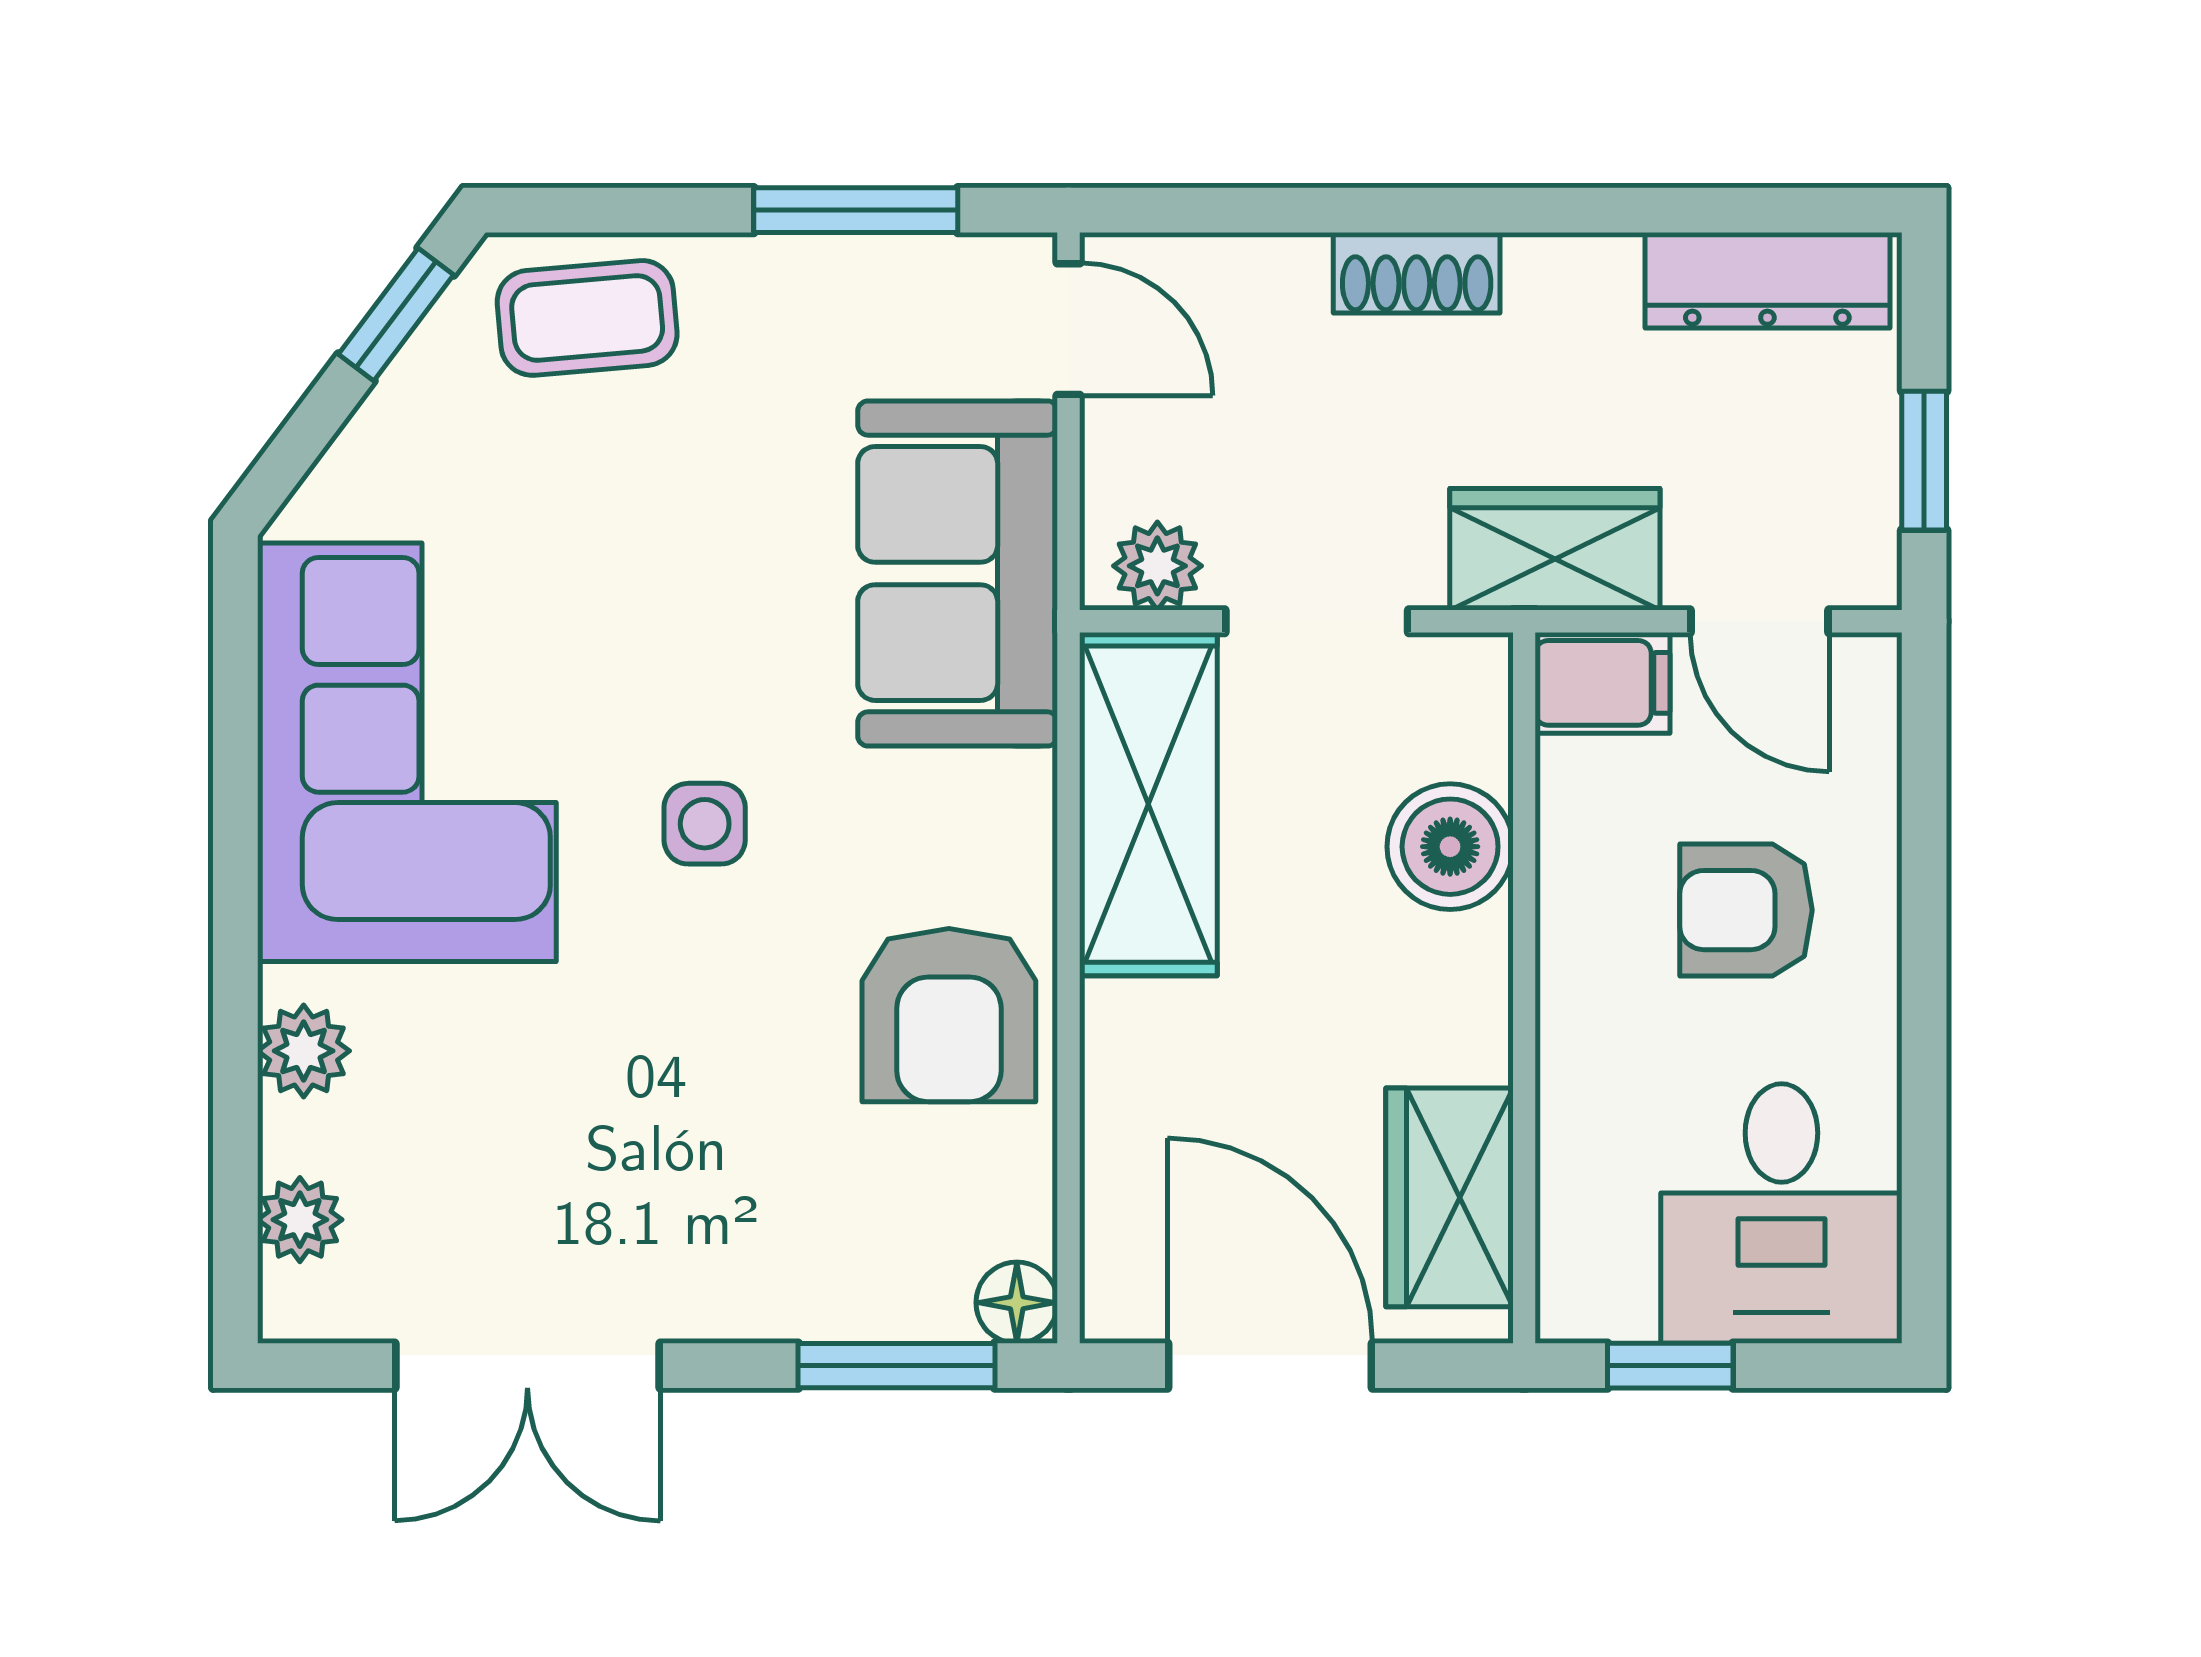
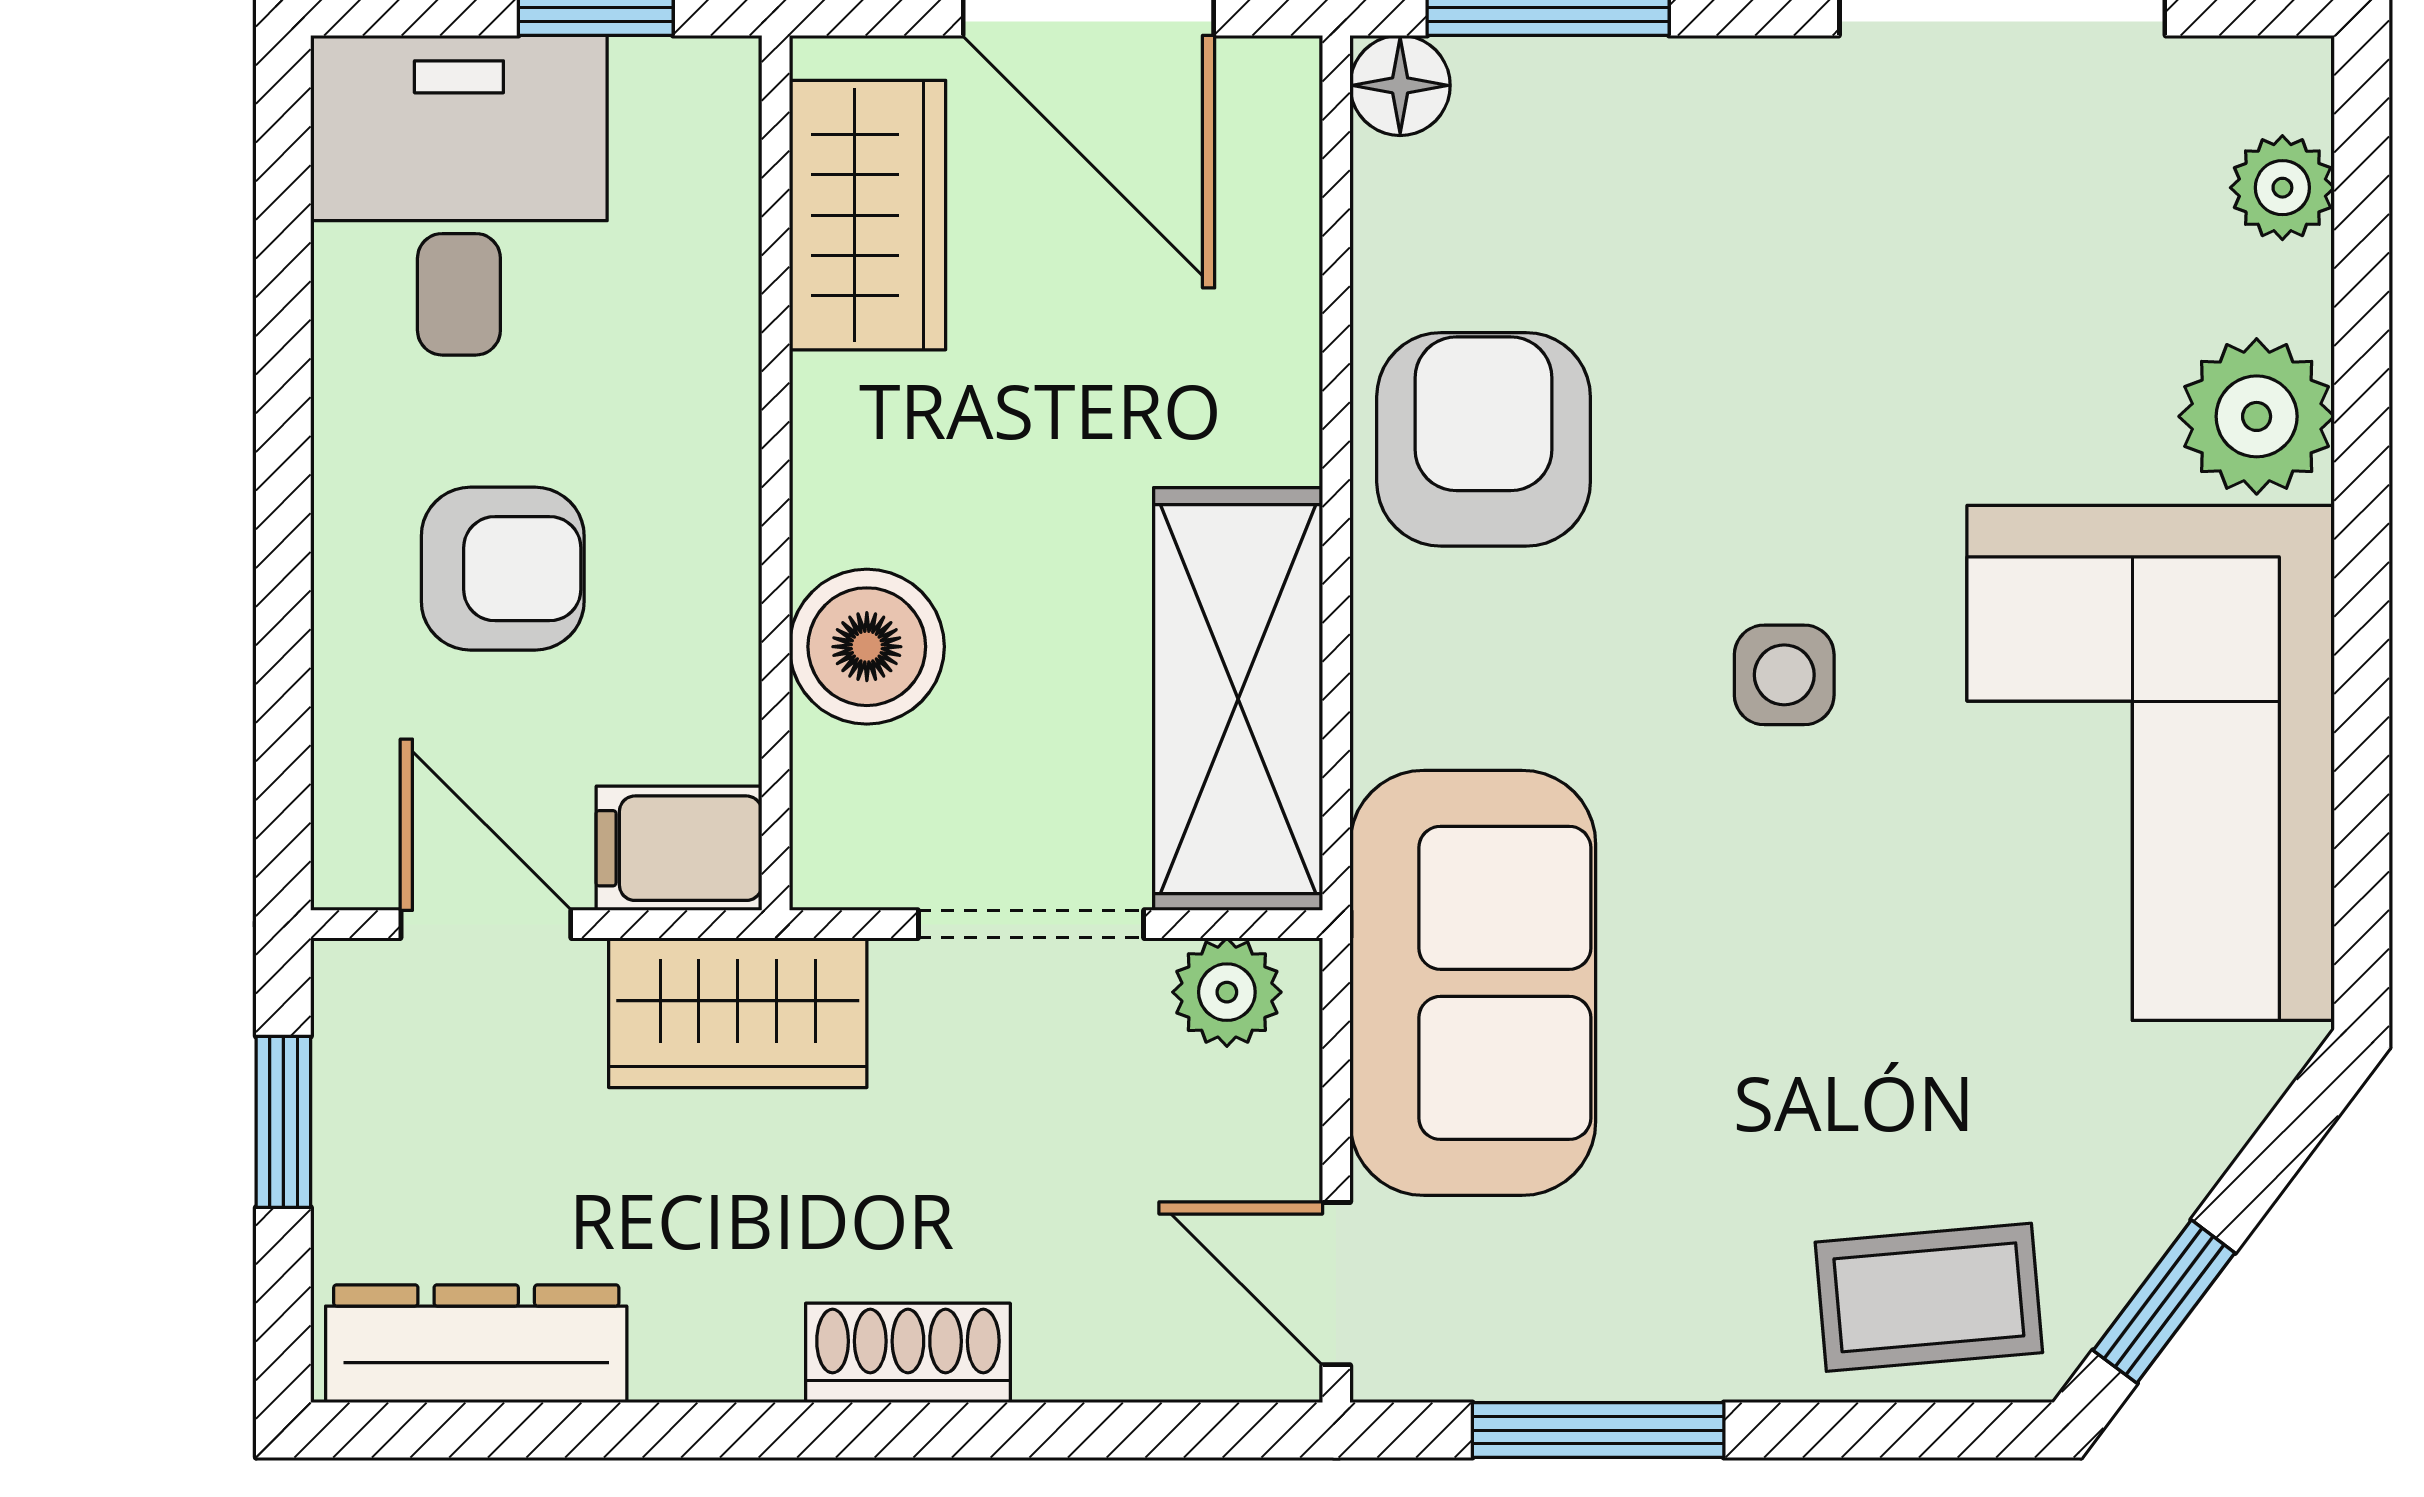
plant: (304, 1051) -> (2257, 416), width x1.38, depth x1.38

